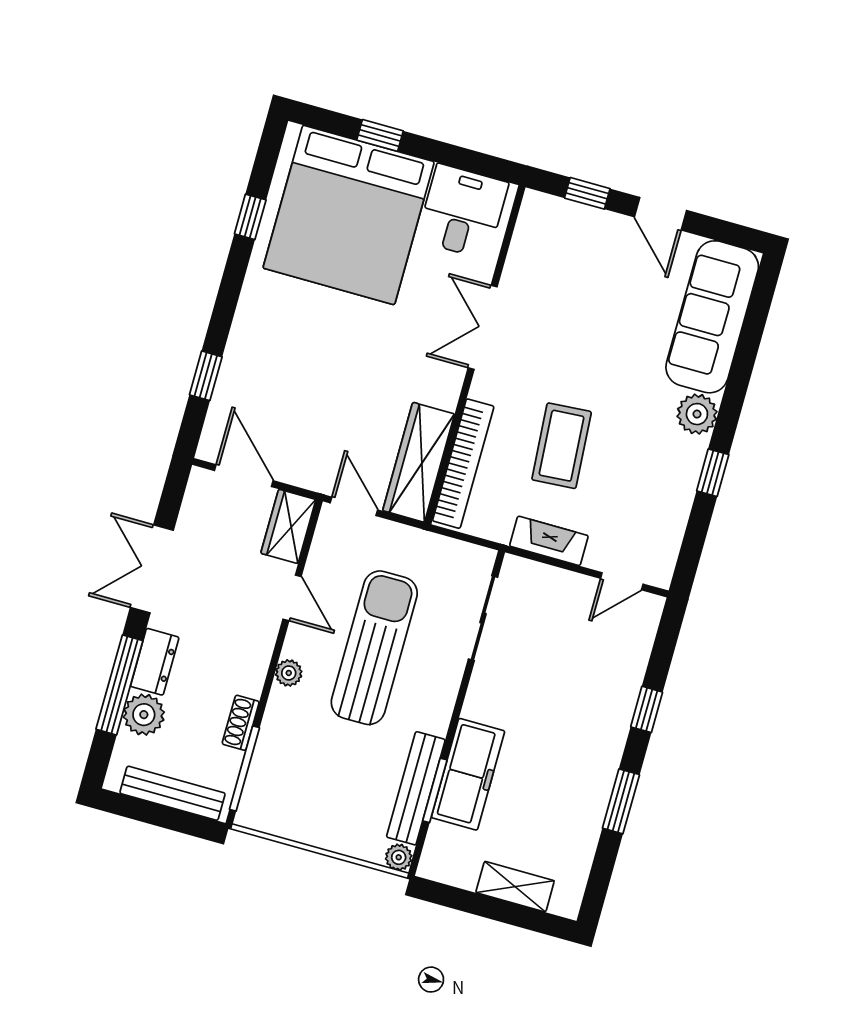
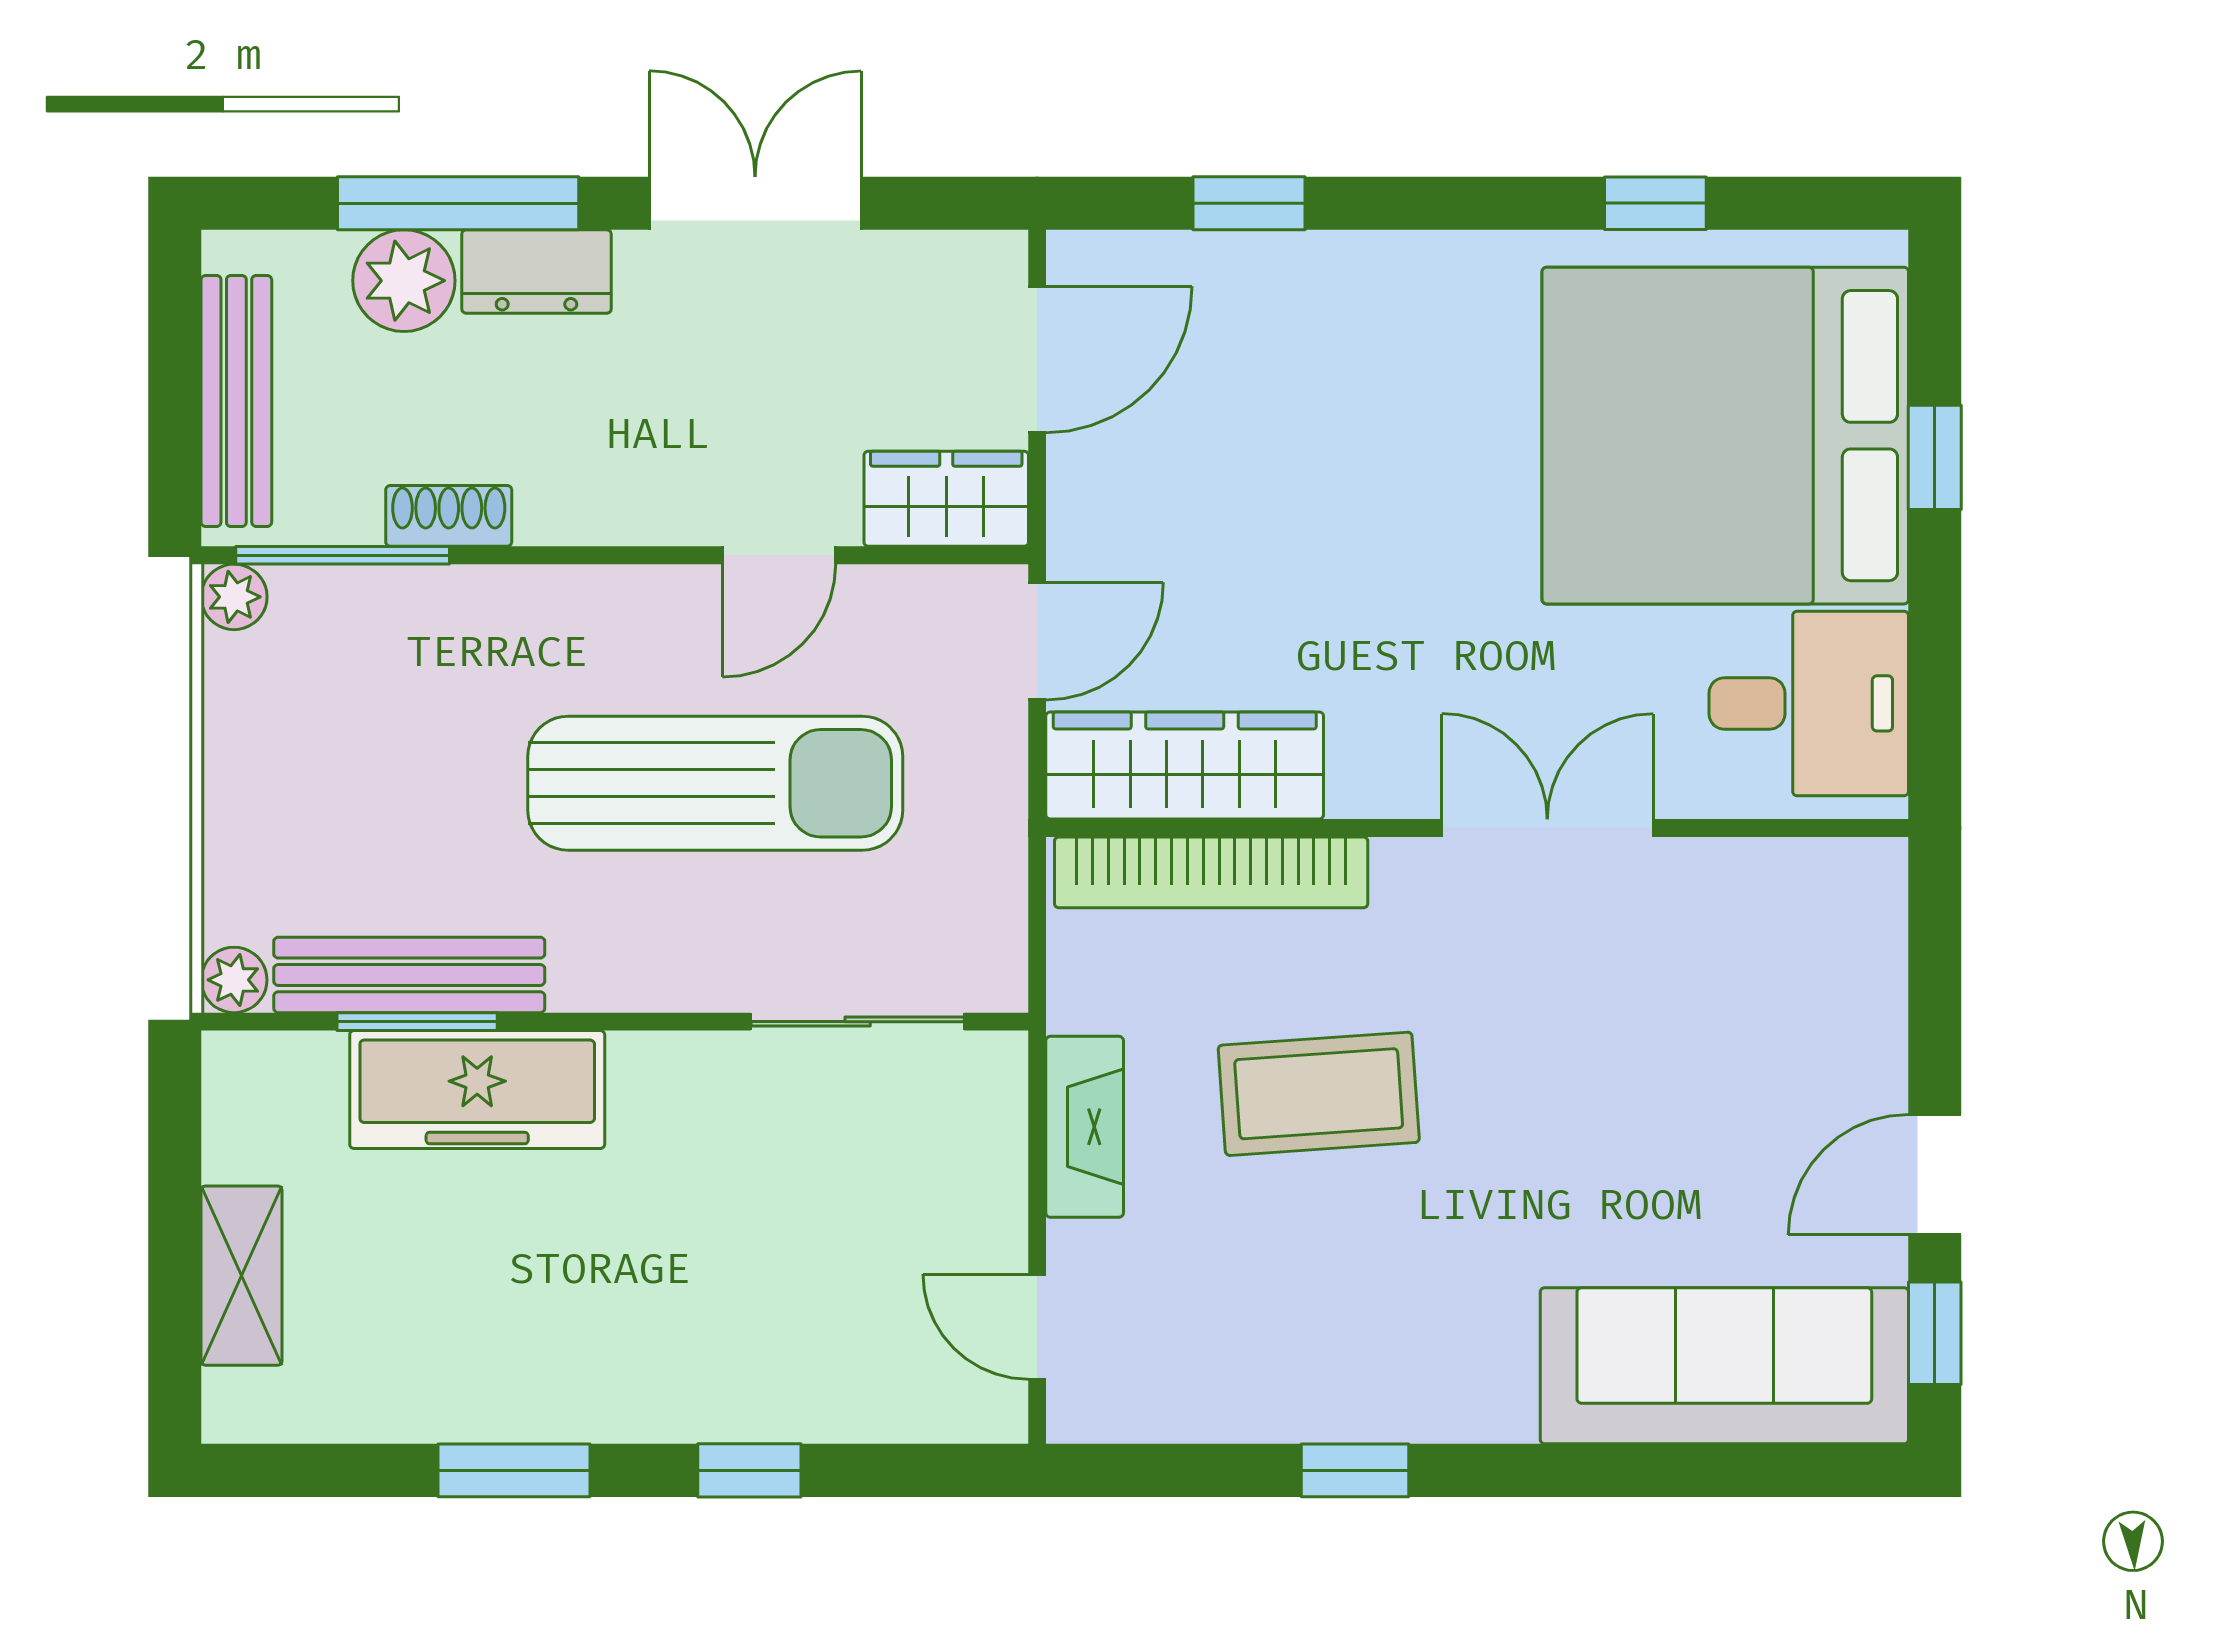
window: (587, 193) -> (1935, 1333), moved
plant: (697, 414) -> (1484, 1394), removed
plant: (289, 673) -> (234, 597), moved

